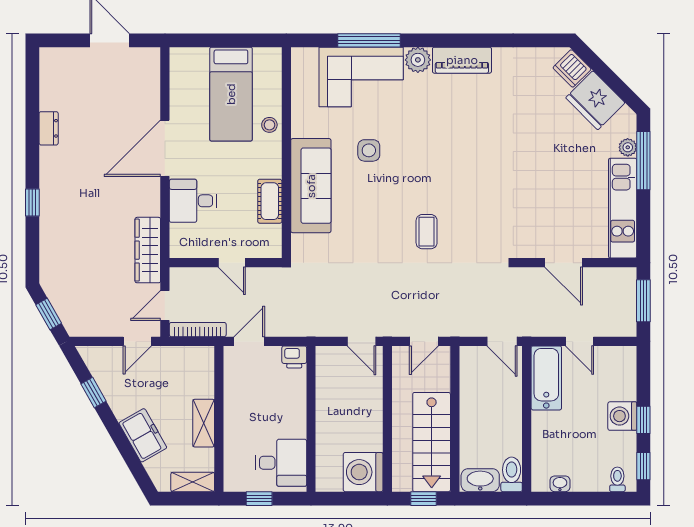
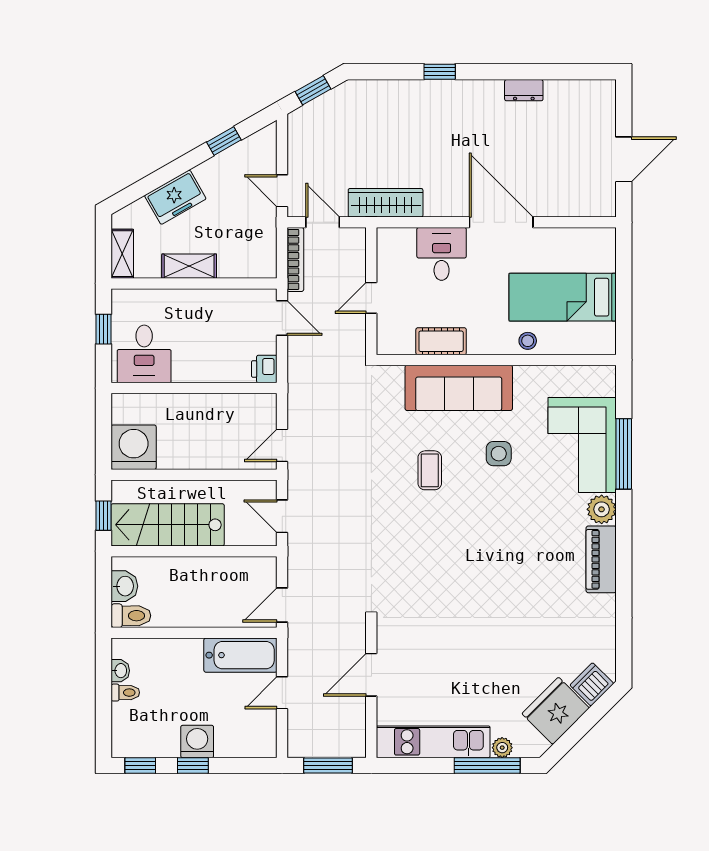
coffee table: (427, 232) -> (430, 470), moved, turned 90
toilet: (617, 479) -> (125, 693), moved
washbasin: (480, 480) -> (124, 586), width x0.72

